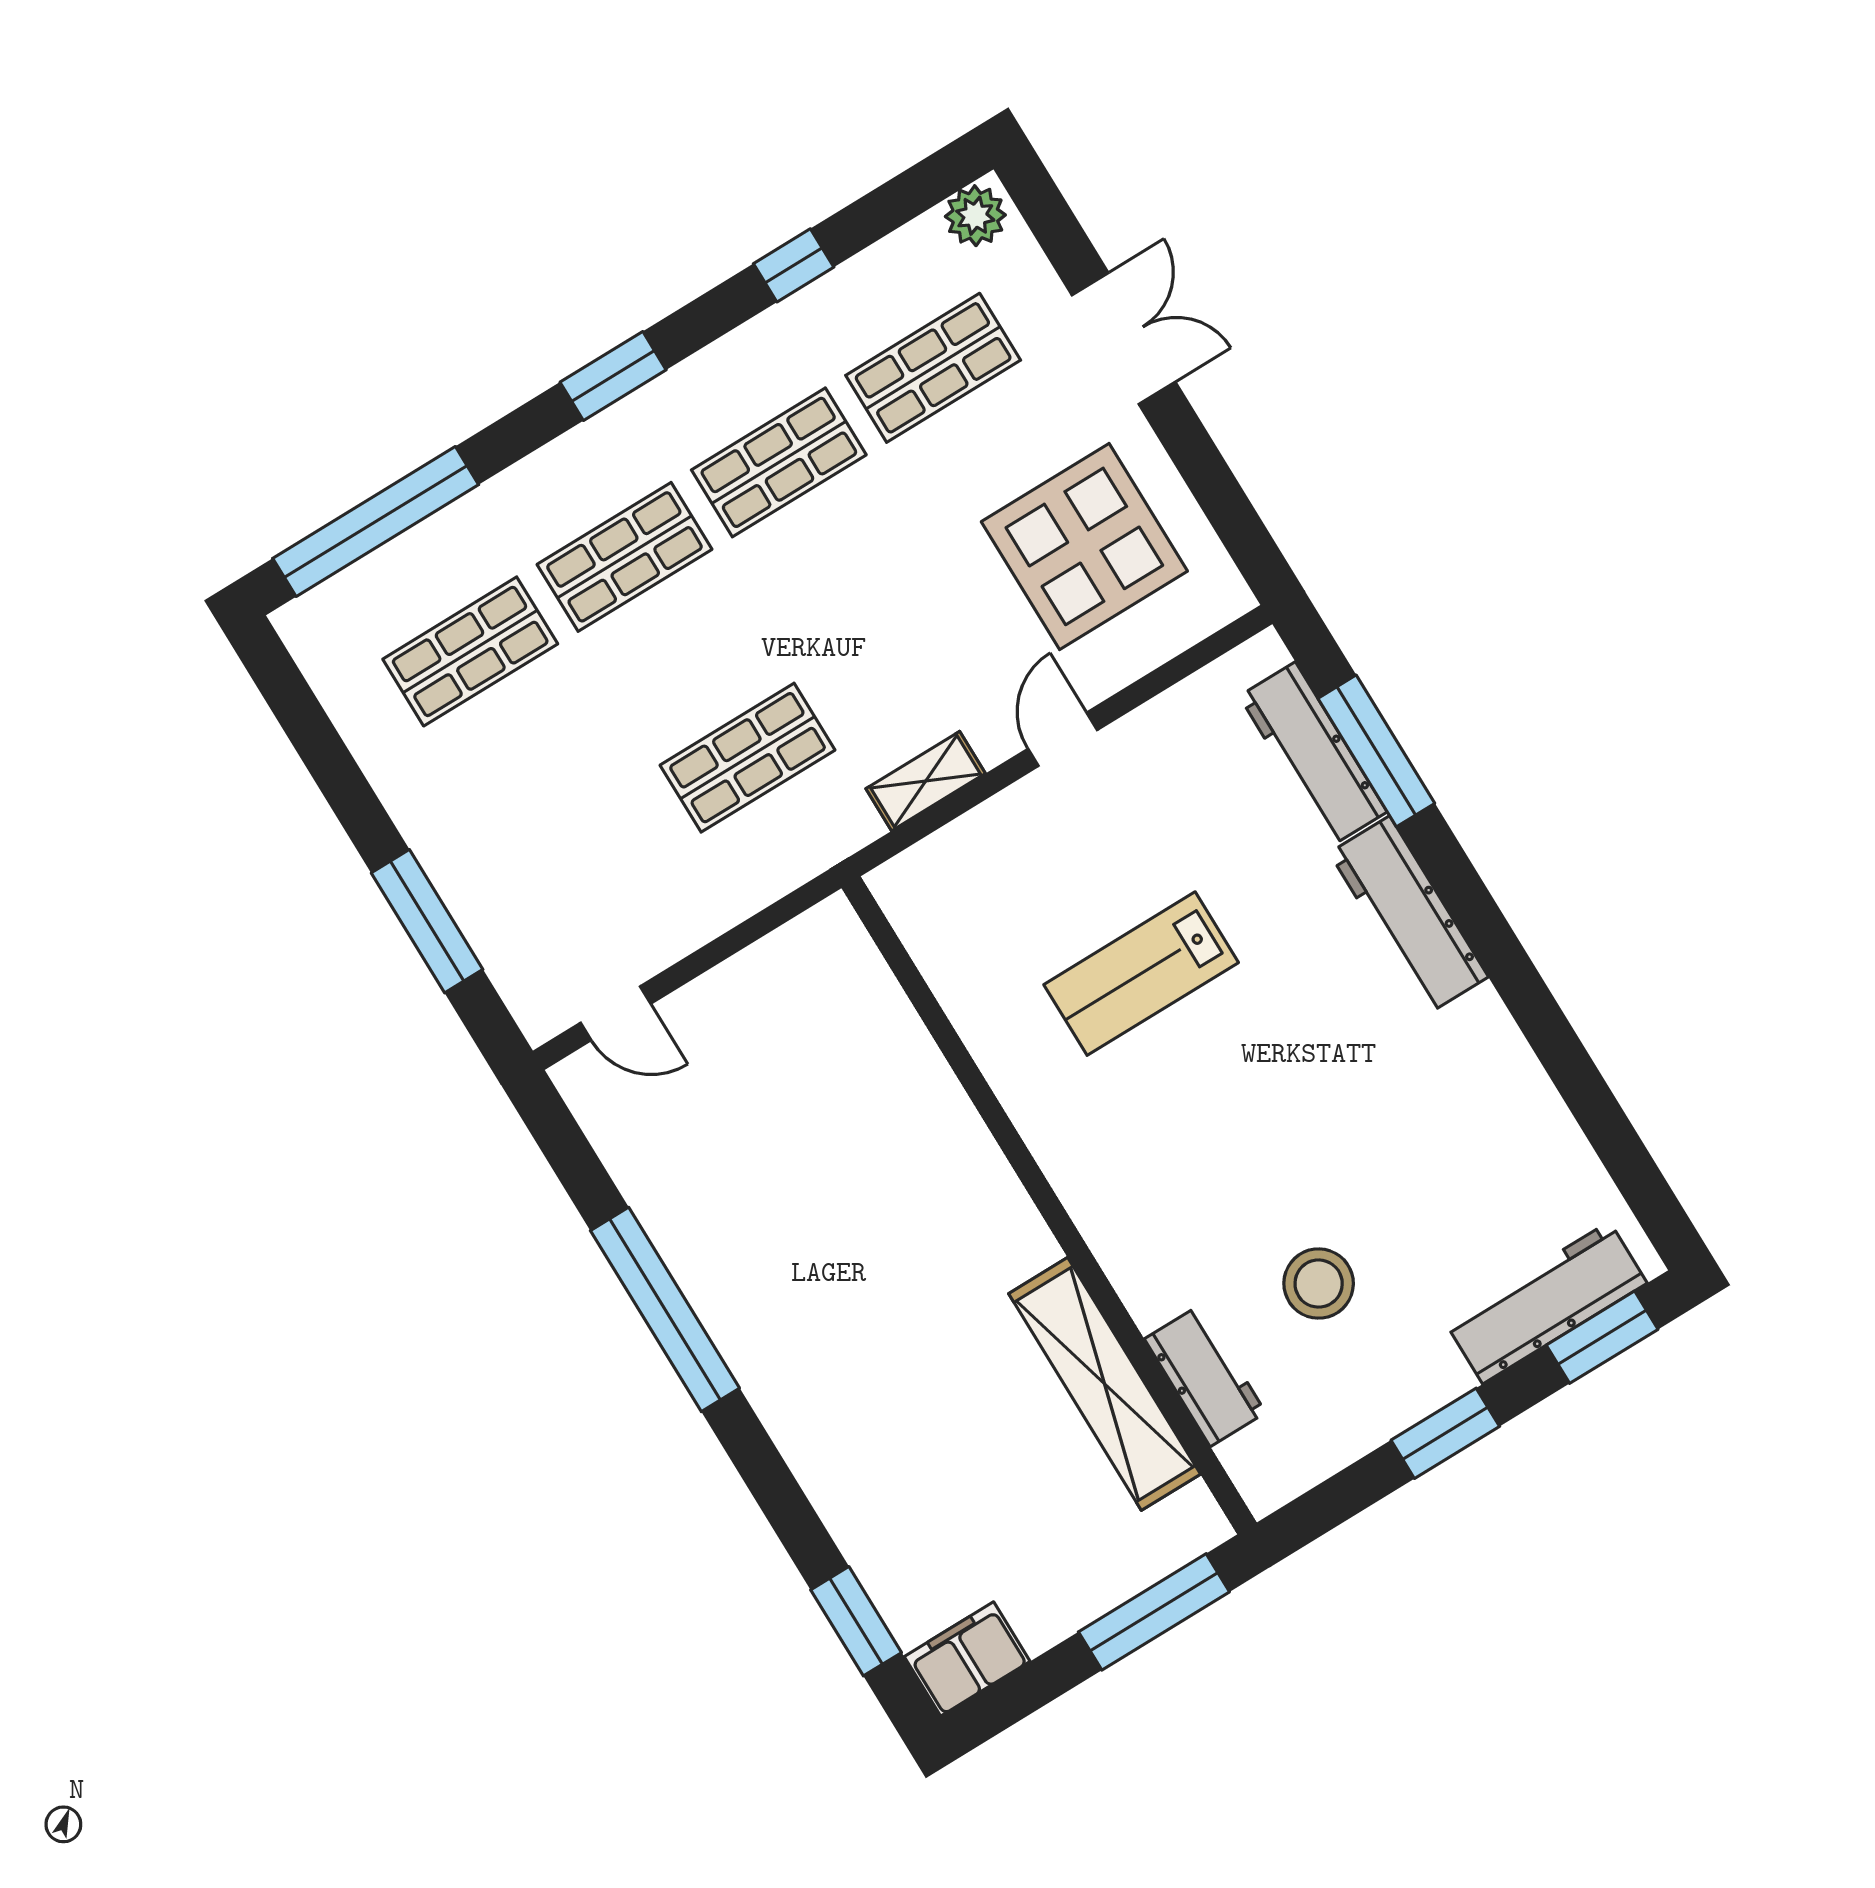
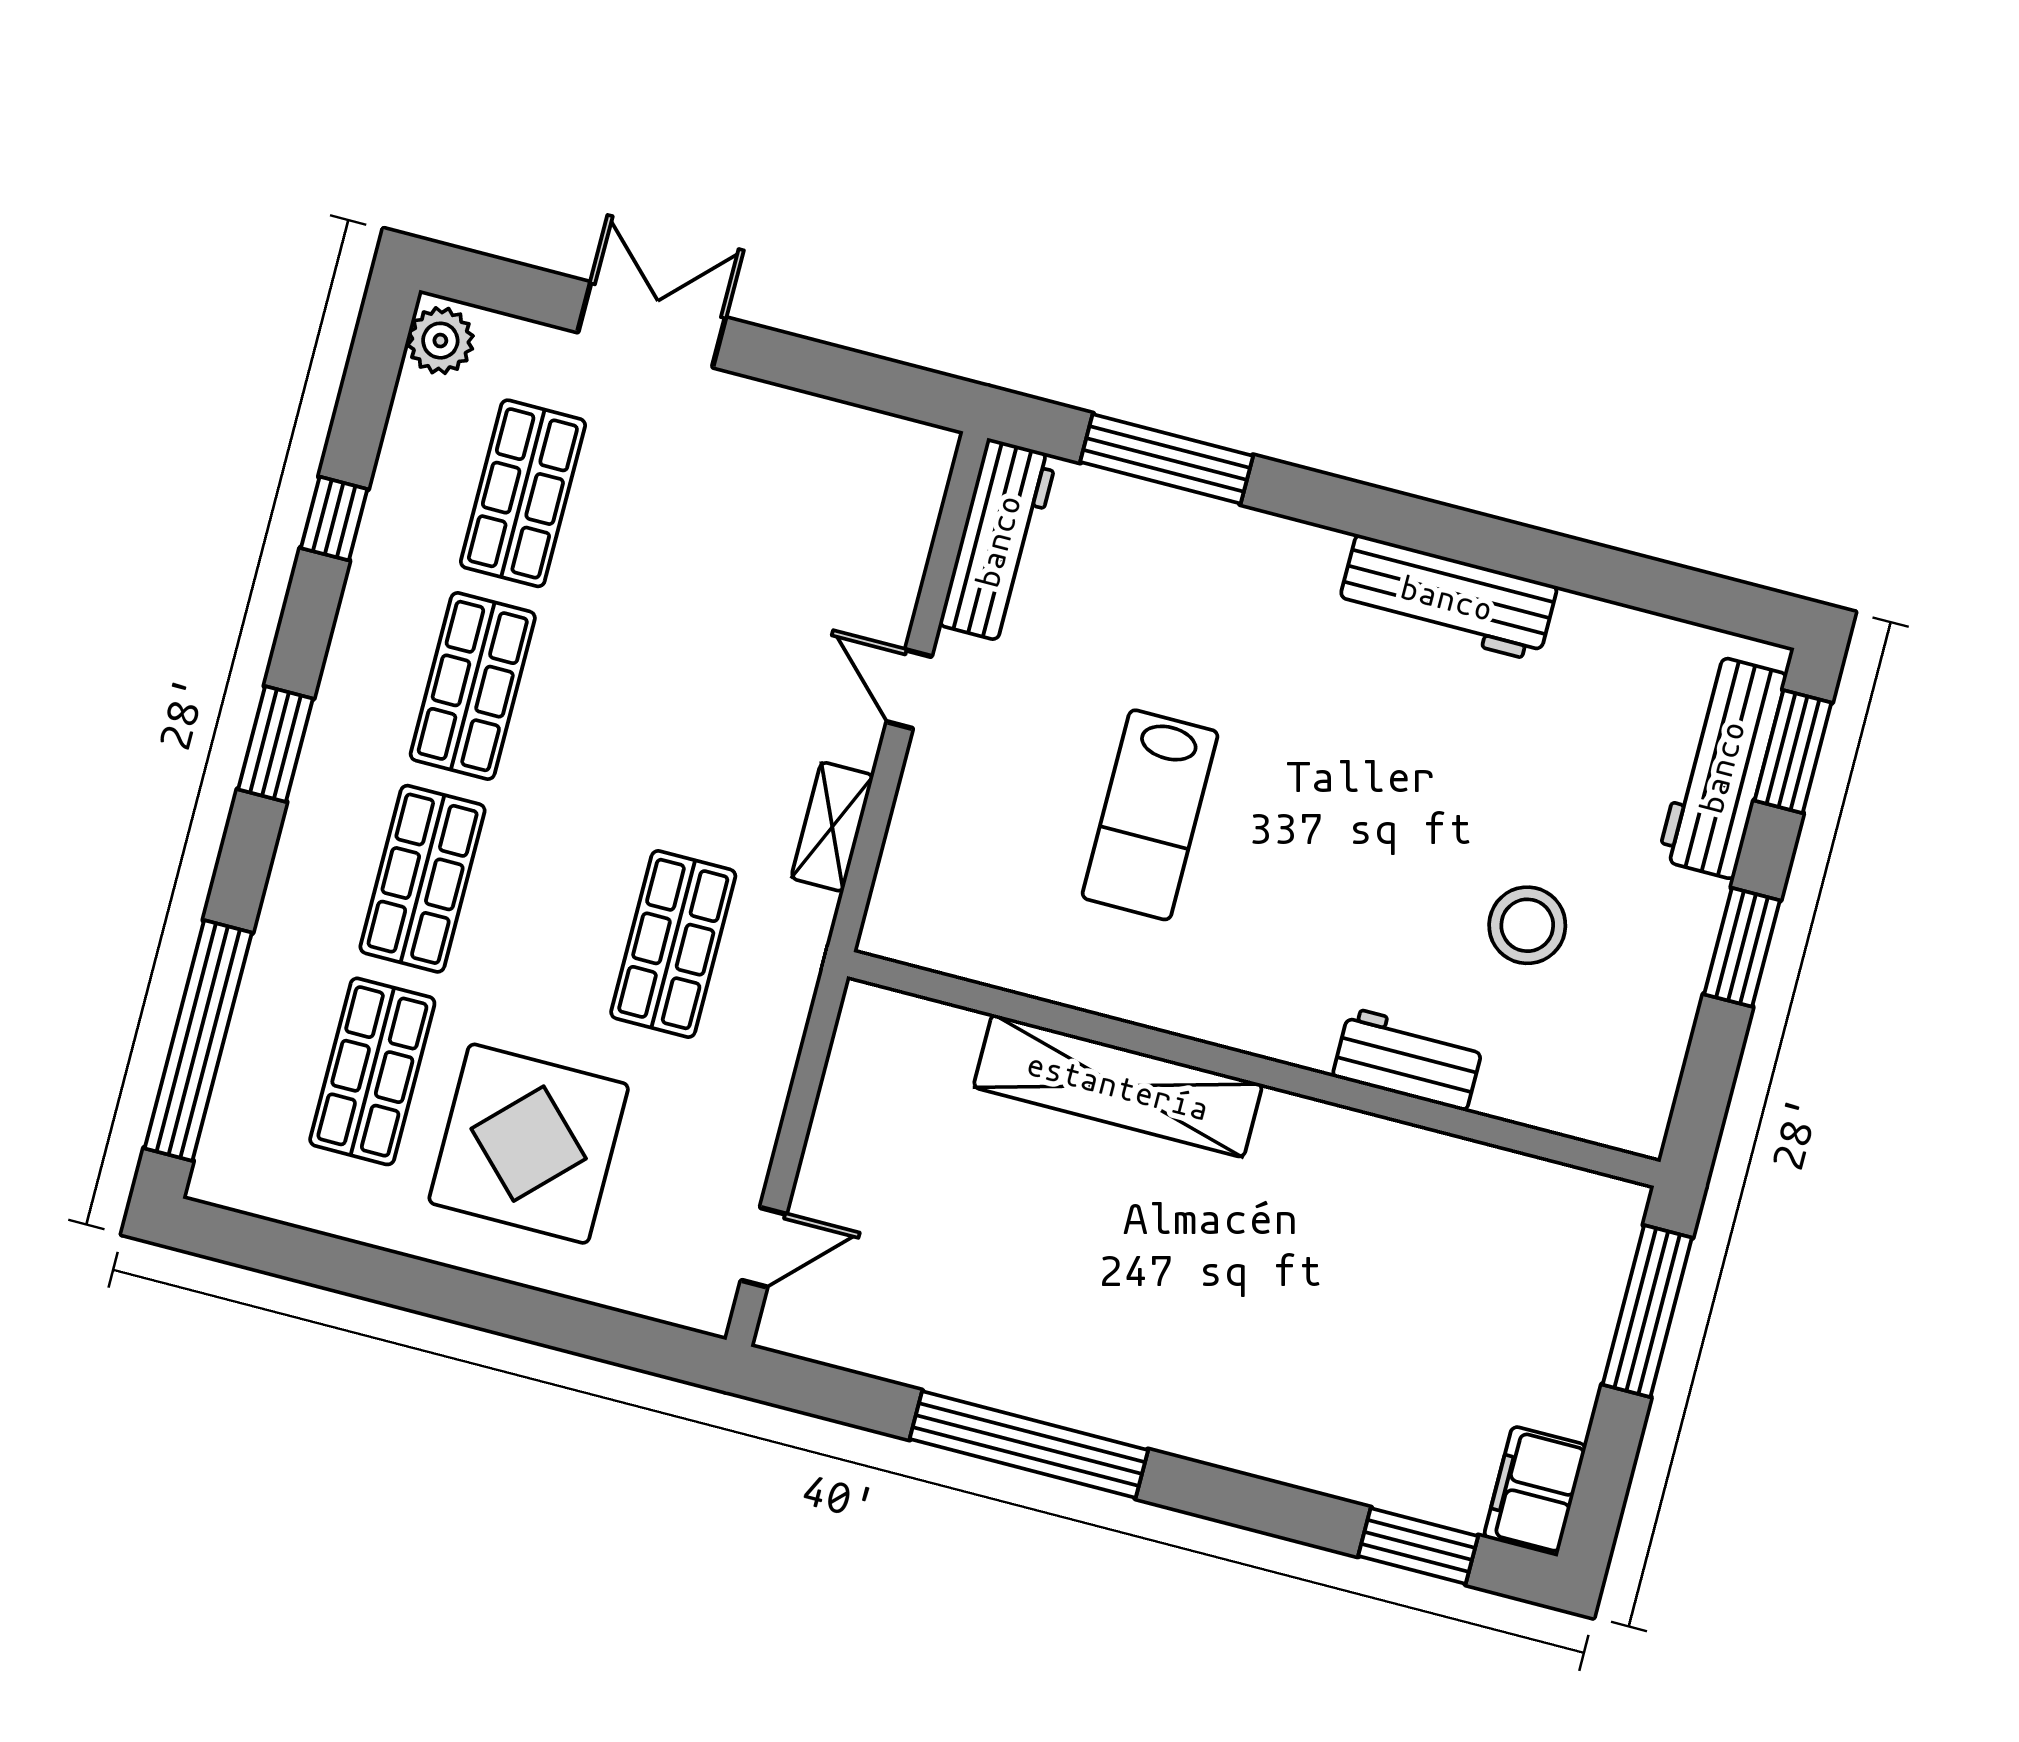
display table: (1084, 546) -> (529, 1144), moved
workbench: (1313, 754) -> (998, 541), moved, turned -90
workbench: (1409, 915) -> (1447, 598), moved
window: (427, 921) -> (544, 1318), removed
workbench: (1205, 1376) -> (1408, 1059), moved
shelving: (1105, 1384) -> (1118, 1086), moved

